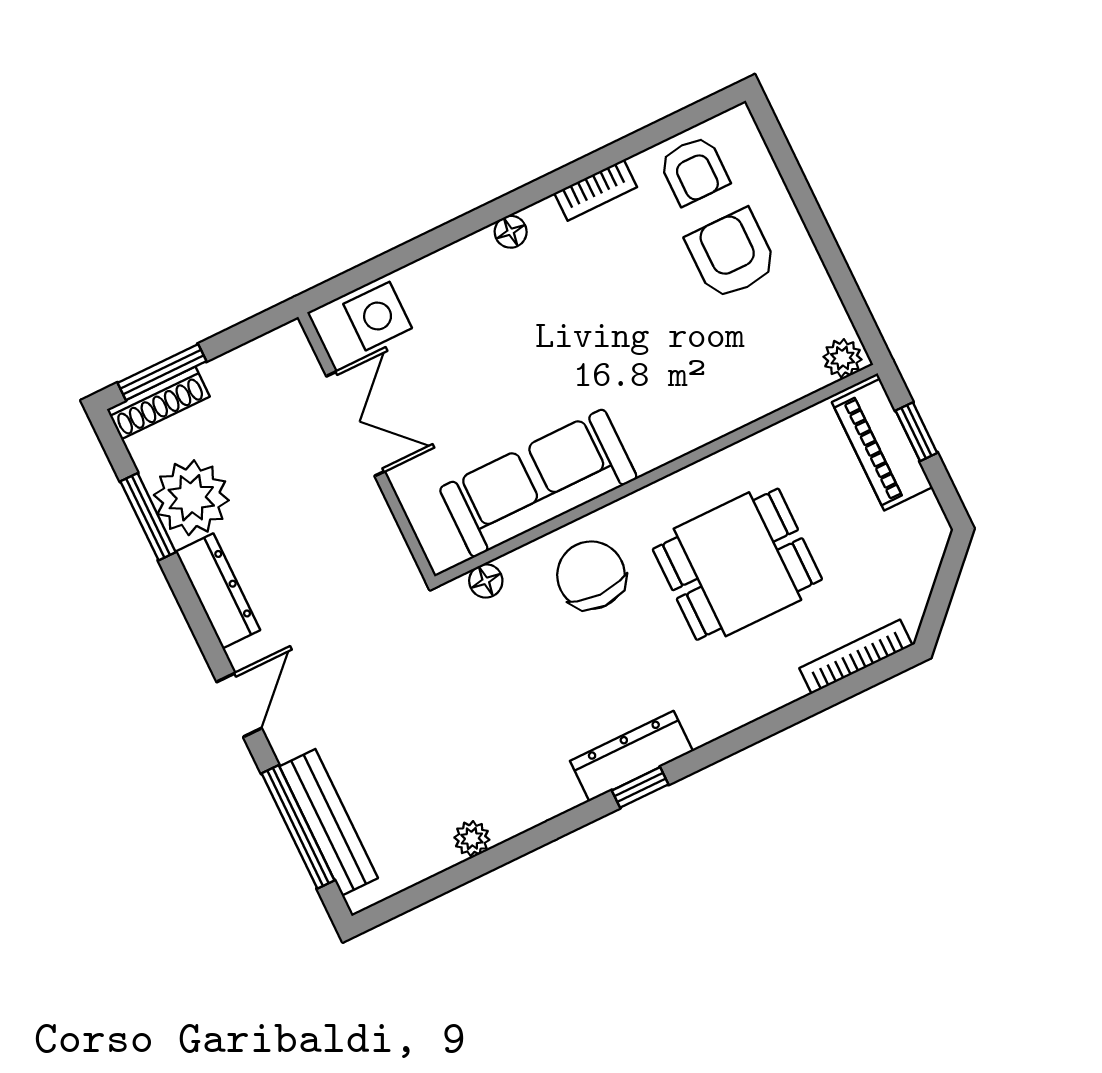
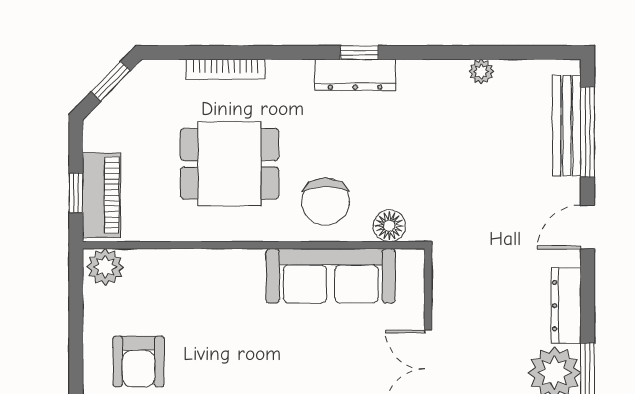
plant: (842, 358) -> (105, 267), width x1.38, depth x1.38
floor lamp: (486, 581) -> (389, 226), width x1.37, depth x1.37
window: (941, 596) -> (111, 81), added
bookcase: (856, 657) -> (225, 69), moved

